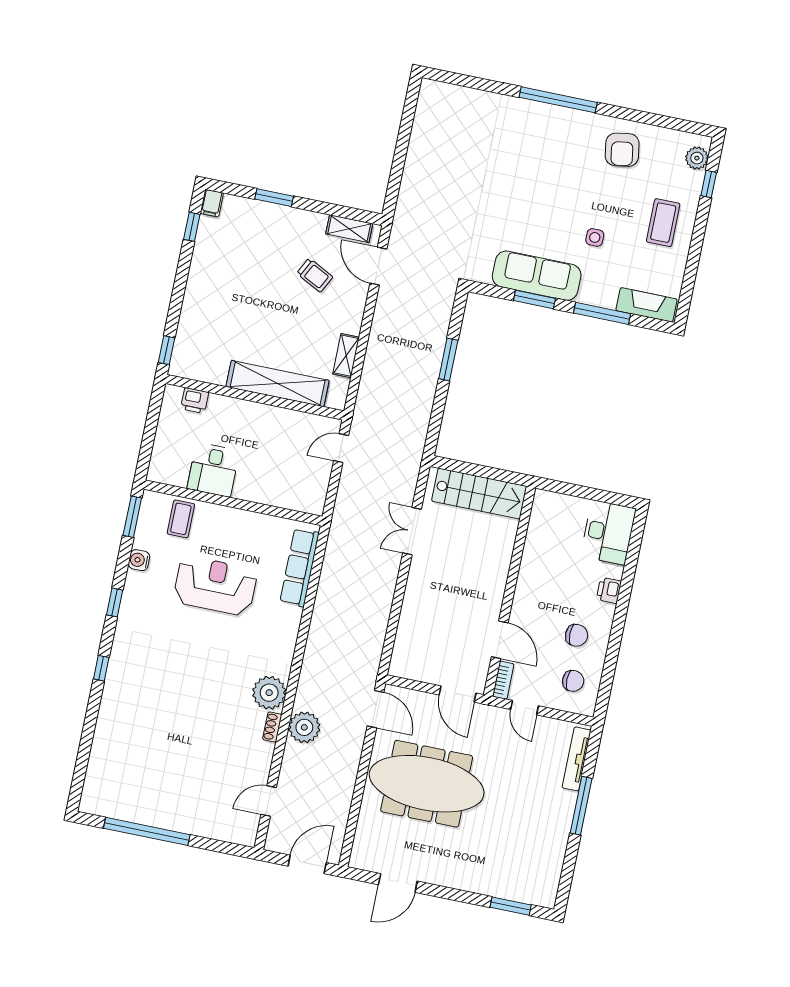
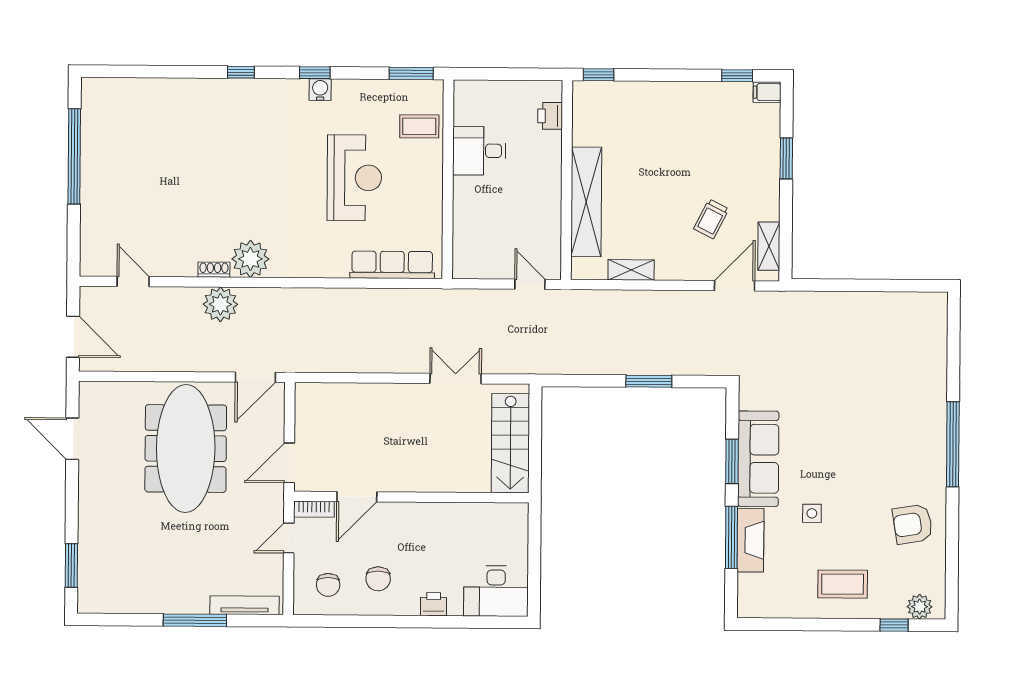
fireplace: (647, 305) -> (750, 540), moved
water cooler: (139, 560) -> (320, 90), moved

